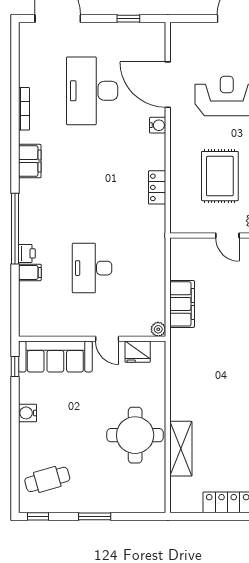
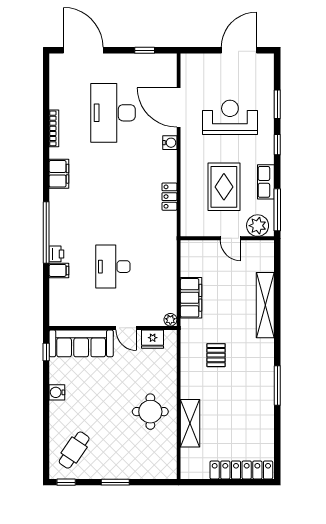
pallet: (211, 370) -> (216, 355), added
round table: (135, 435) -> (150, 412), width x0.73, depth x0.73
cafe table: (47, 479) -> (74, 450), turned -40

